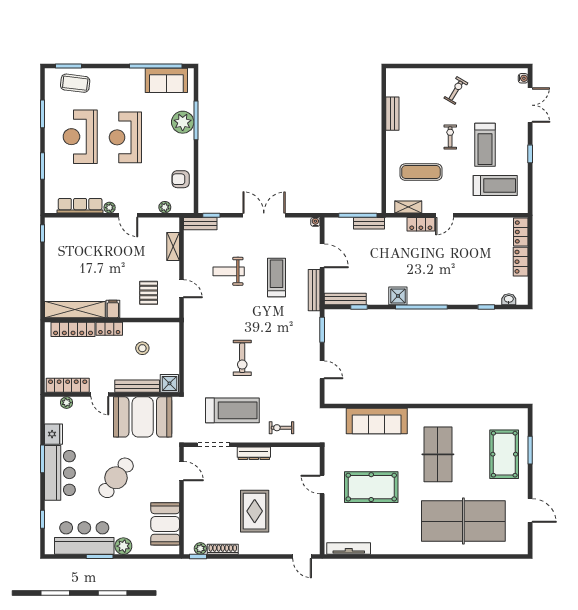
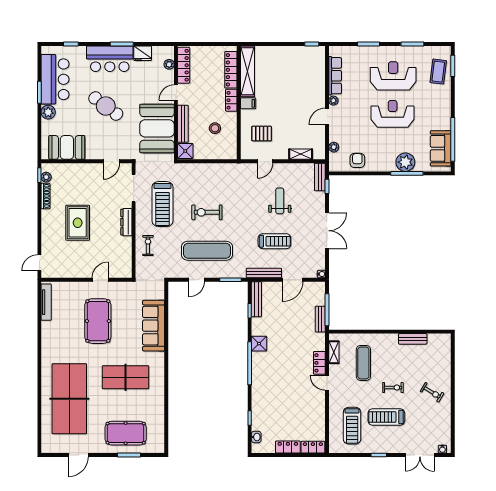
exercise mat: (288, 358) -> (207, 251), added
rug: (255, 511) -> (78, 223), turned 90

